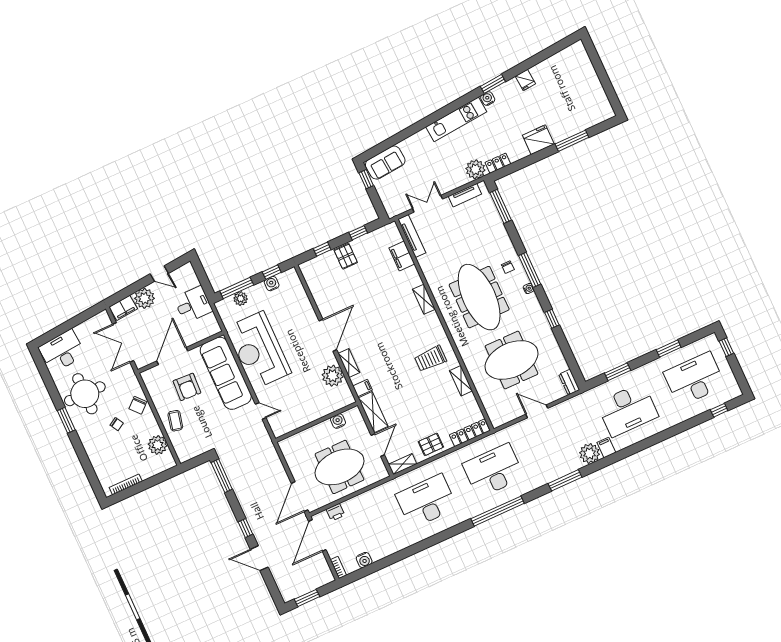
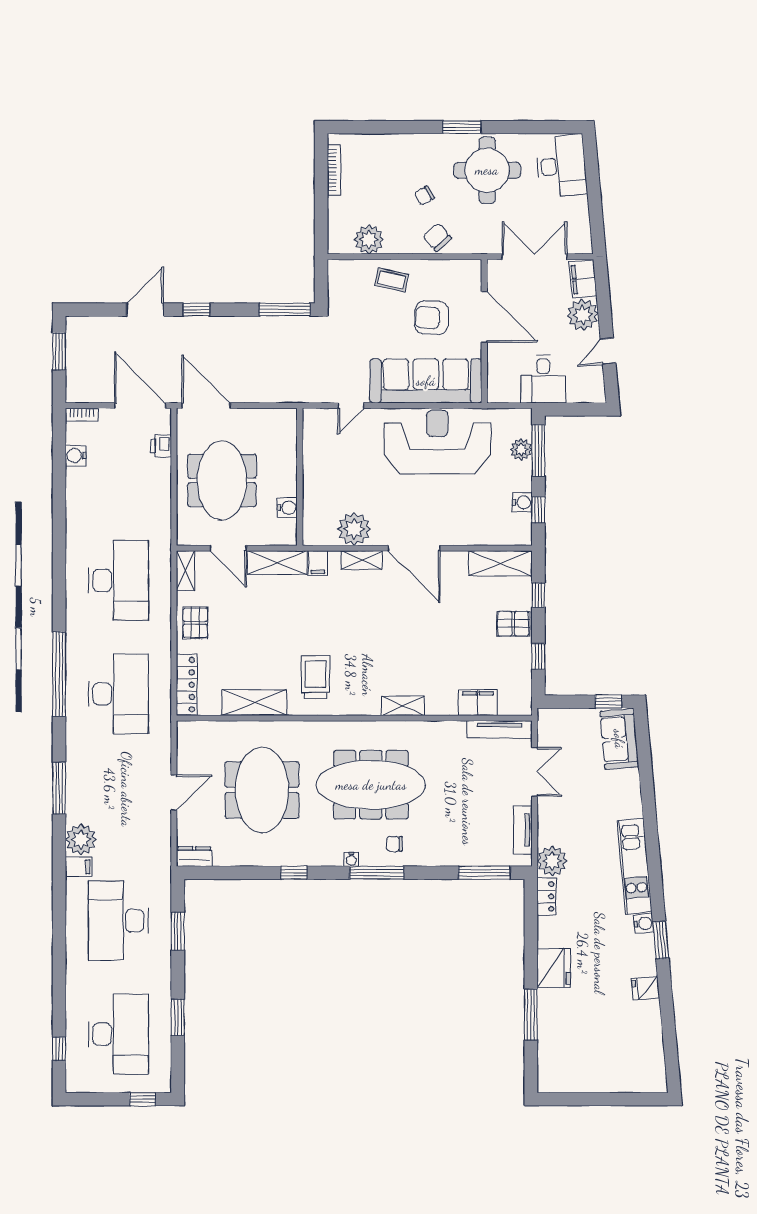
shelving: (314, 280) -> (500, 563), added
shelving: (461, 381) -> (254, 703), width x1.50, depth x1.33

